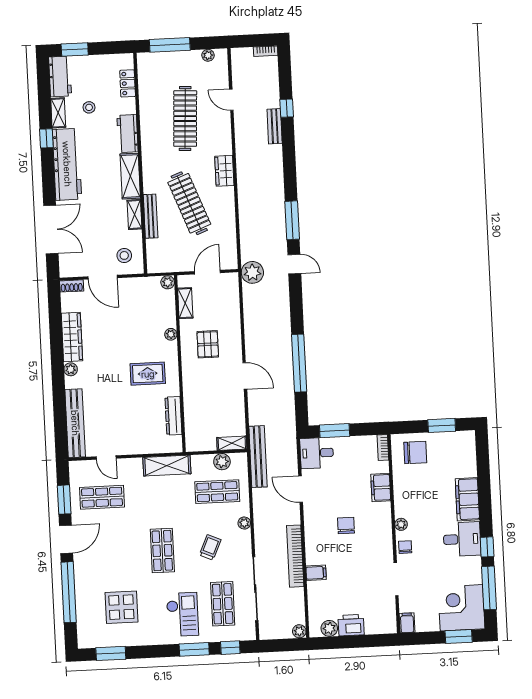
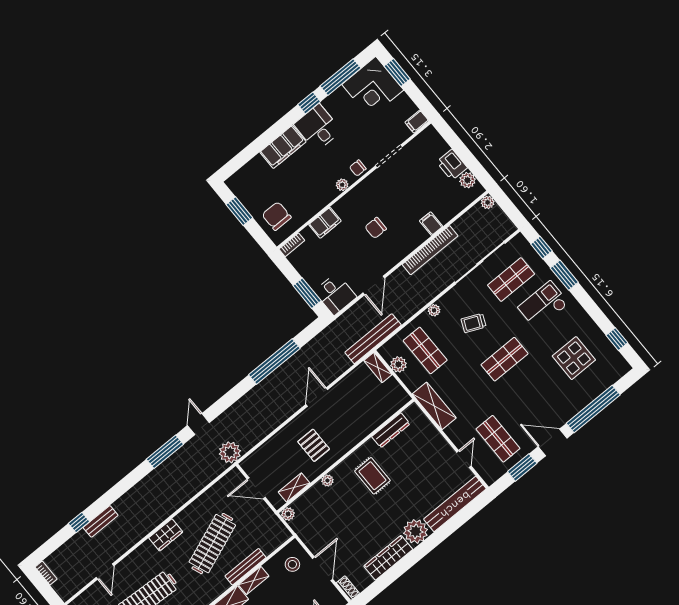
pallet: (208, 344) -> (314, 445), turned 90
plant: (71, 369) -> (416, 531), width x1.87, depth x1.87
window: (111, 653) -> (617, 339), width x0.67

